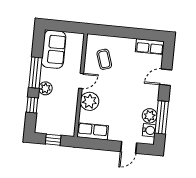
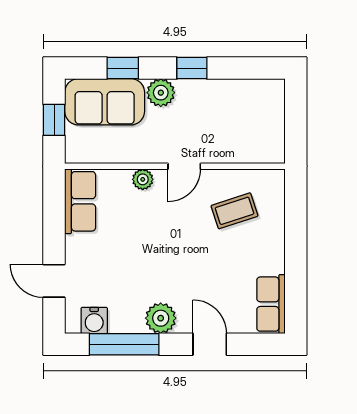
sofa: (54, 49) -> (105, 102), moved
window: (35, 73) -> (192, 68), width x0.46
door: (81, 81) -> (184, 166), hinge flipped
plant: (90, 101) -> (143, 179), width x0.53, depth x0.53
plant: (150, 116) -> (161, 318), moved

